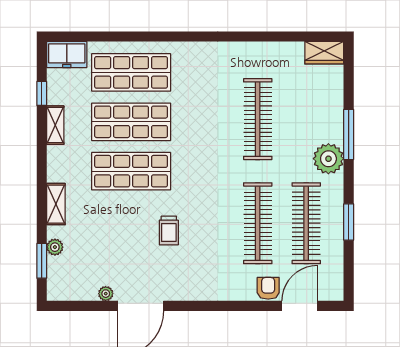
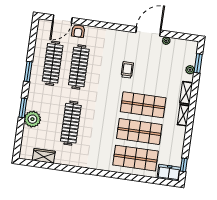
wardrobe: (324, 53) -> (44, 156), moved
window: (42, 93) -> (184, 165), moved
shelving: (55, 125) -> (183, 115), moved
window: (349, 134) -> (23, 108), width x0.69
plant: (328, 159) -> (32, 119), moved
window: (349, 222) -> (28, 72), moved

